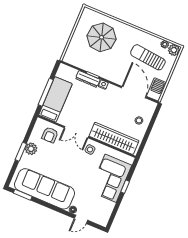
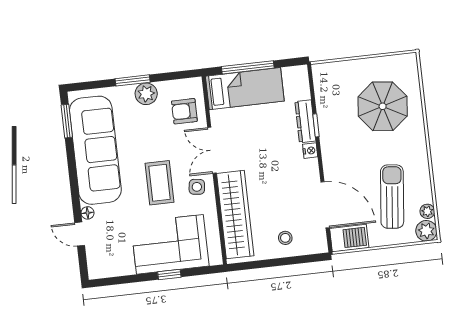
door: (134, 92) -> (325, 205), hinge flipped
coffee table: (78, 167) -> (159, 183), added

